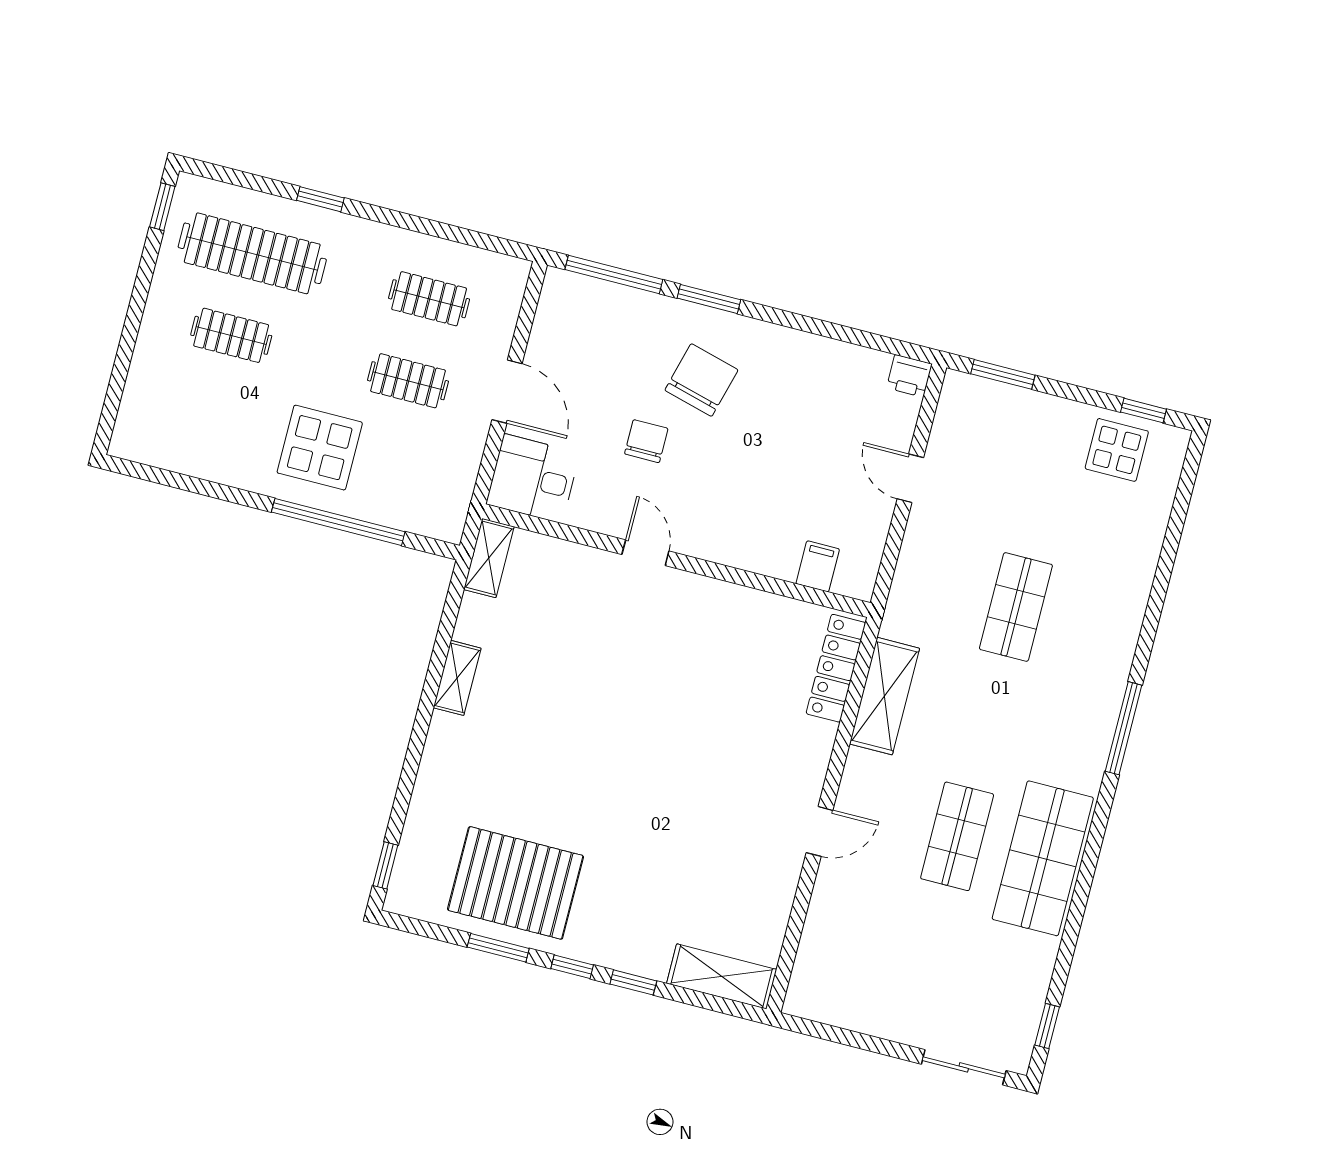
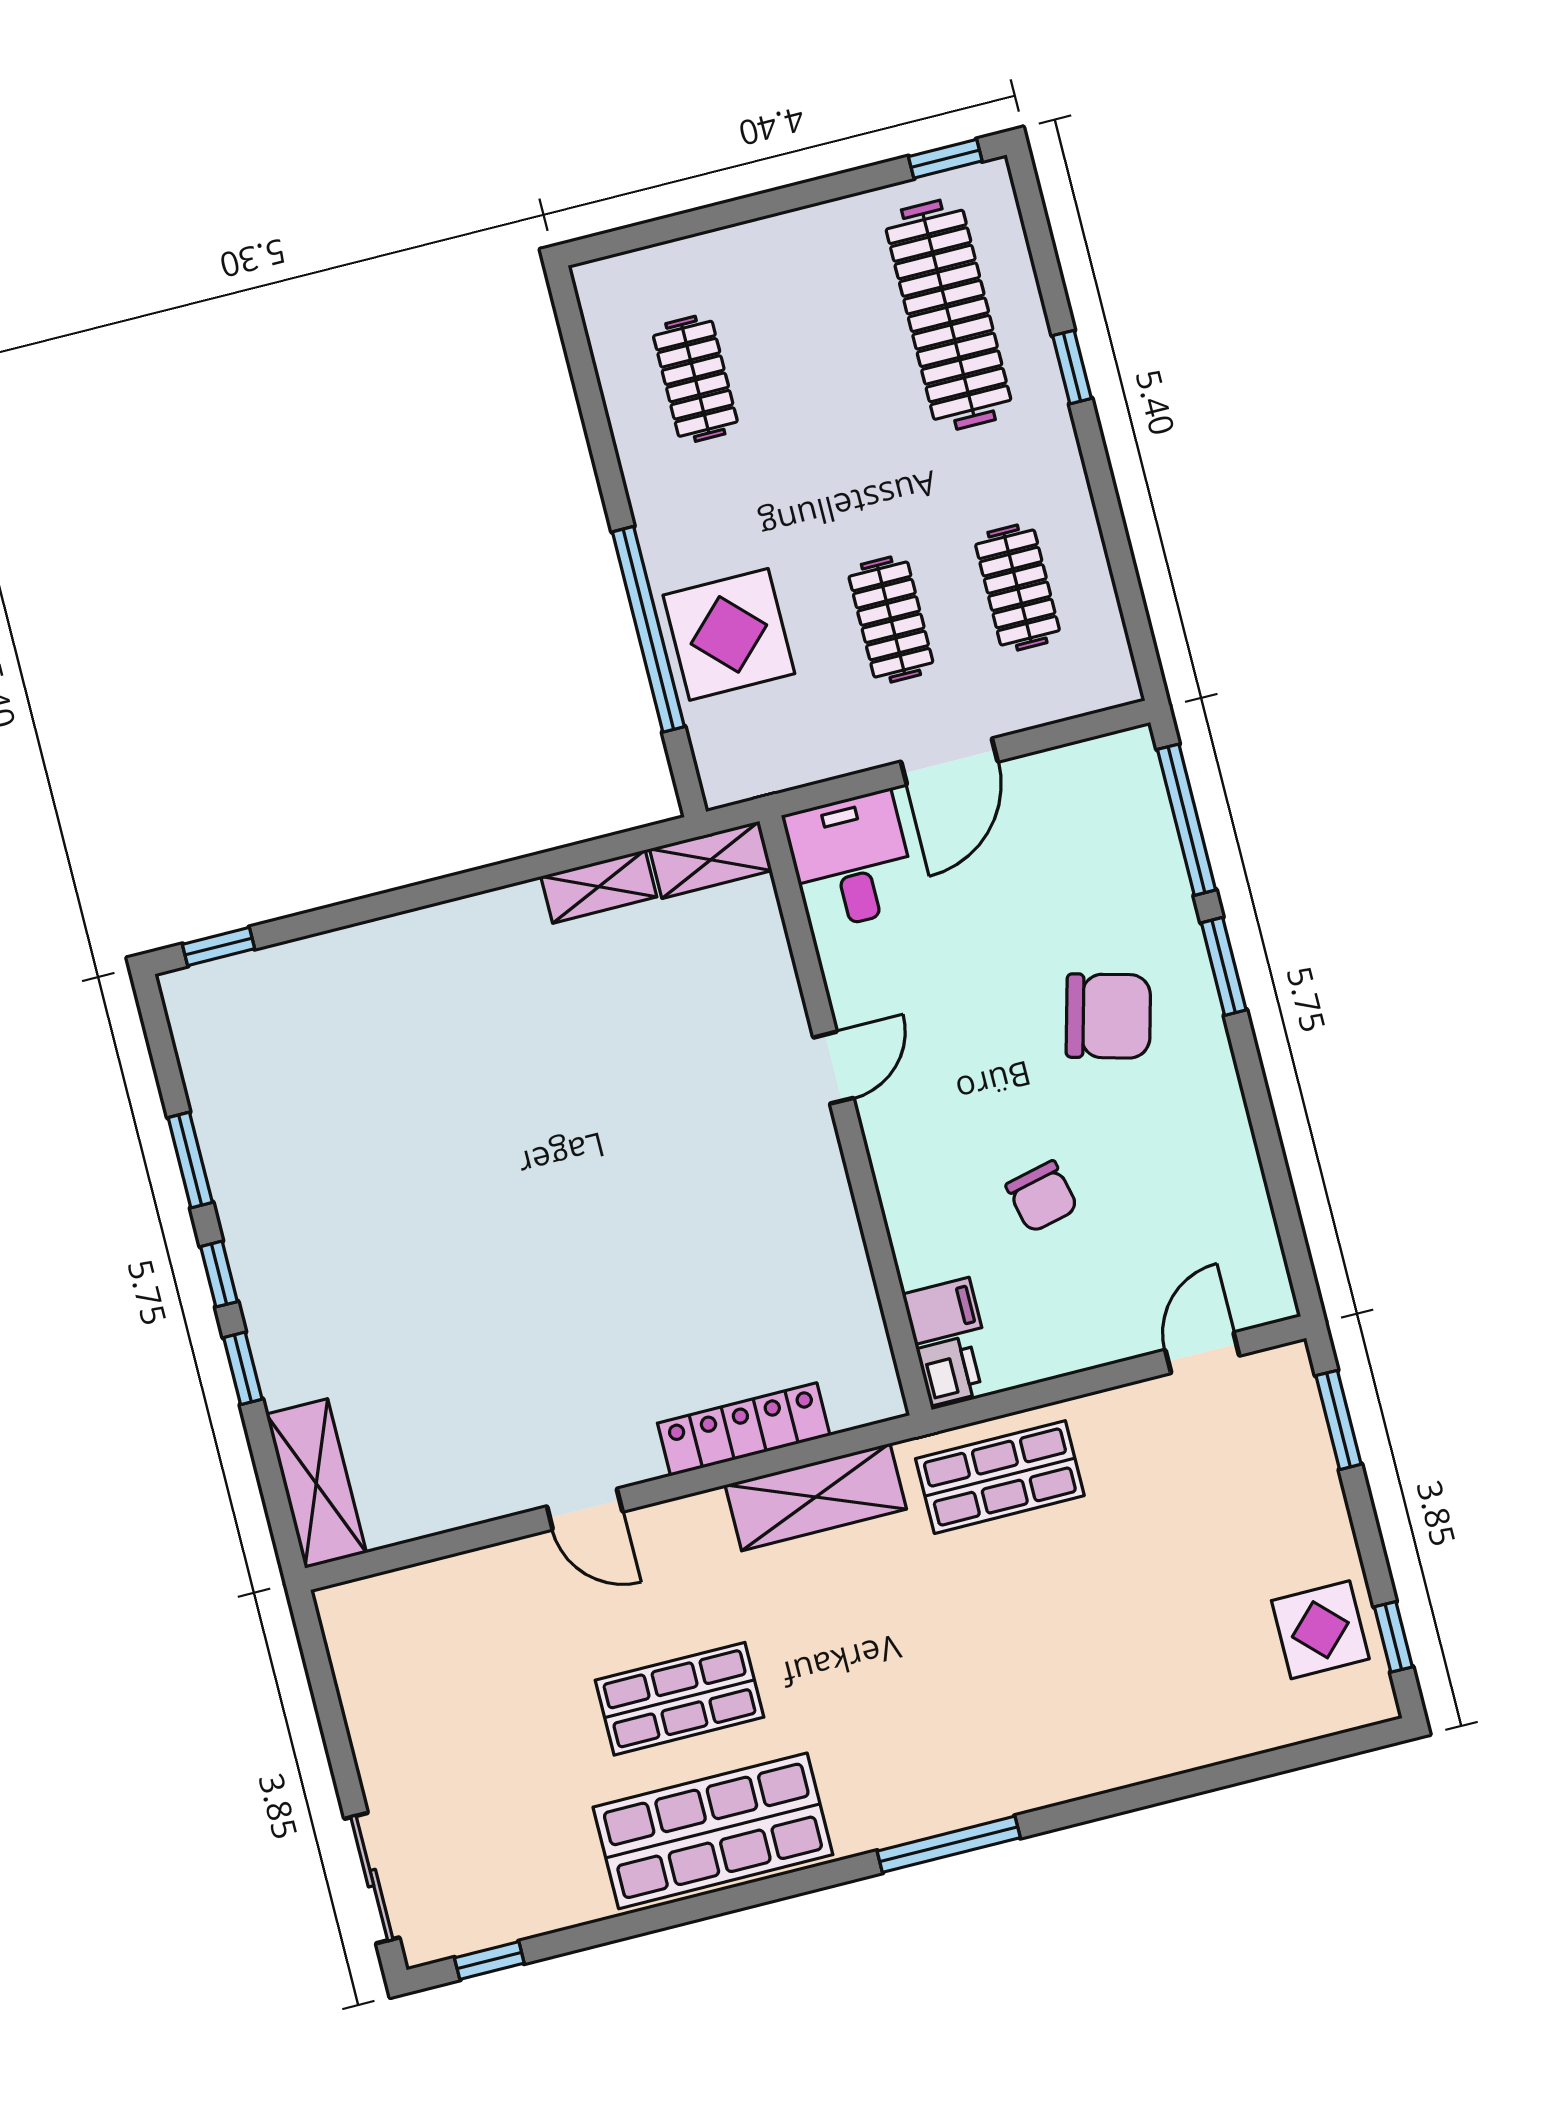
clothes rail: (231, 335) -> (695, 379), moved
printer: (909, 376) -> (949, 1371), moved, turned 180
chair: (646, 441) -> (1042, 1197), moved, turned 77
display table: (320, 448) -> (729, 634), moved
door: (910, 478) -> (1202, 1353), moved
shop shelf: (1016, 607) -> (1000, 1477), moved
locker: (836, 668) -> (744, 1429), moved
shelving: (457, 678) -> (599, 887), moved
pallet: (516, 883) -> (291, 1136), removed

